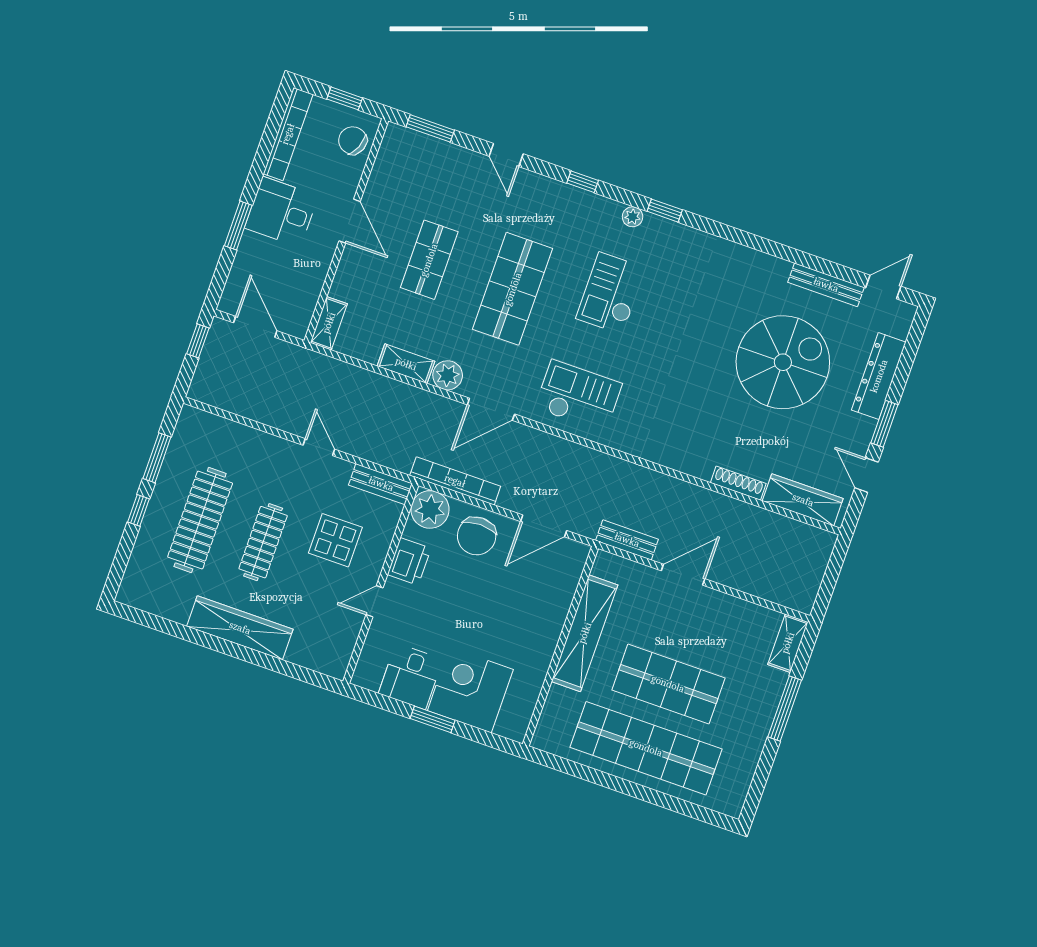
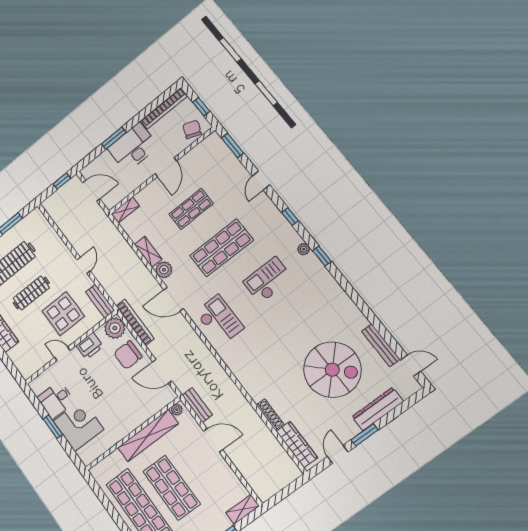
desk: (281, 212) -> (133, 147), width x1.37
door: (255, 327) -> (91, 191), hinge flipped
display table: (335, 540) -> (63, 314), width x1.36, depth x1.36
plant: (602, 567) -> (177, 410), added

